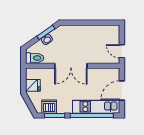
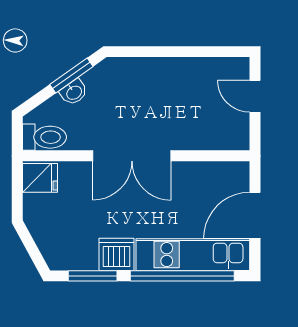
door: (122, 51) -> (255, 96), moved
fridge: (33, 85) -> (40, 178), moved
dishwasher: (49, 107) -> (117, 254), moved

